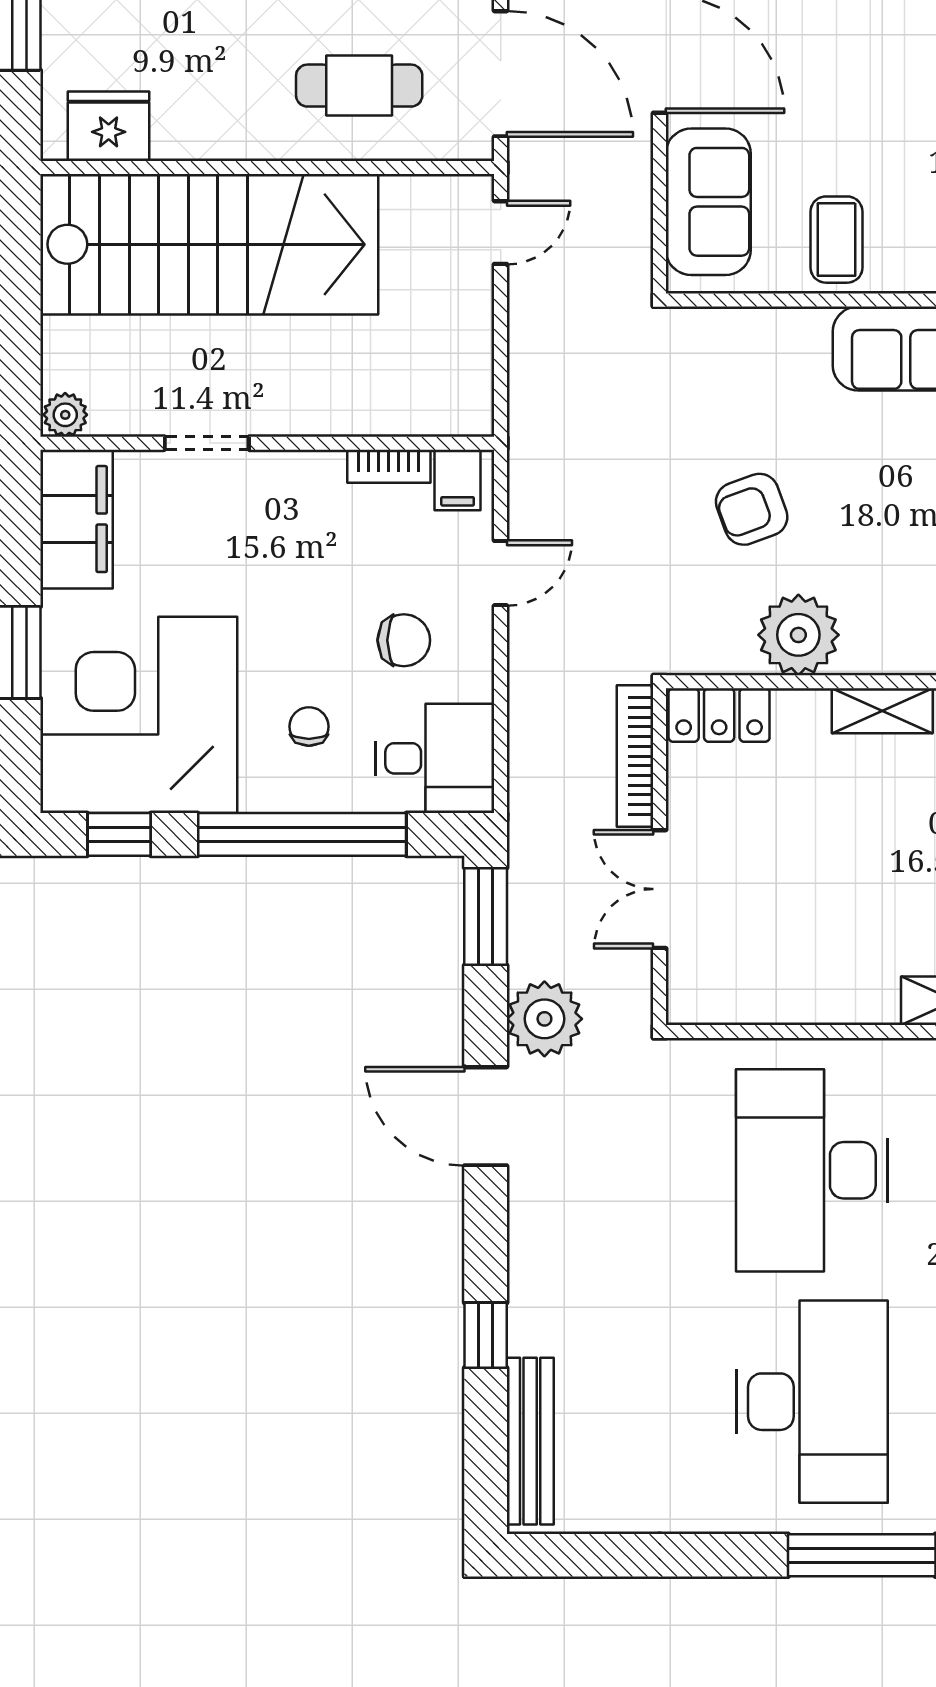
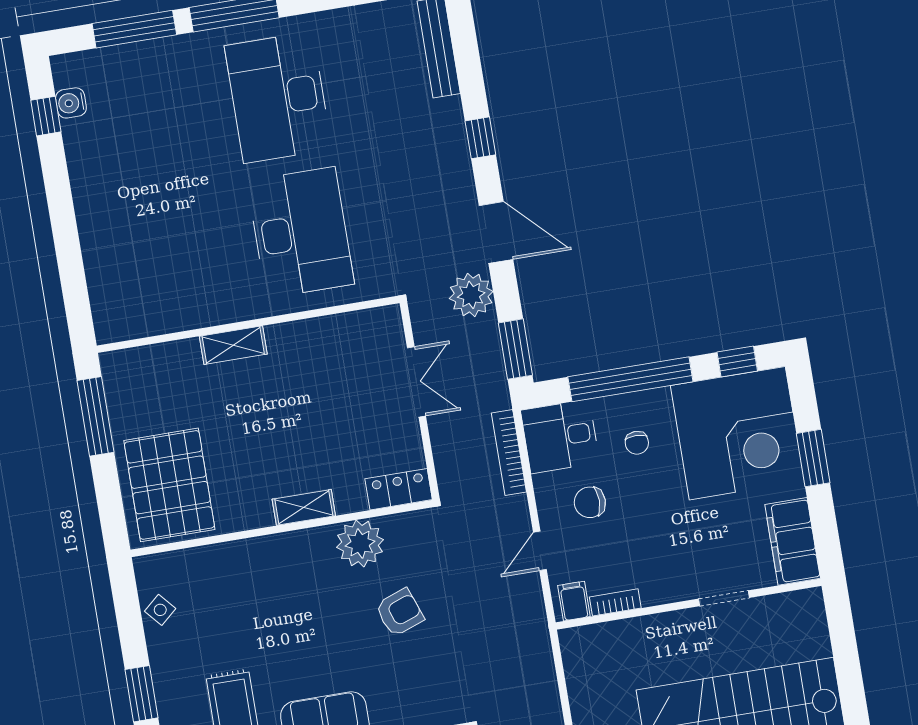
plant: (65, 415) -> (809, 601), removed
bookcase: (635, 756) -> (509, 453), moved, turned 180
window: (486, 1335) -> (480, 138), moved

